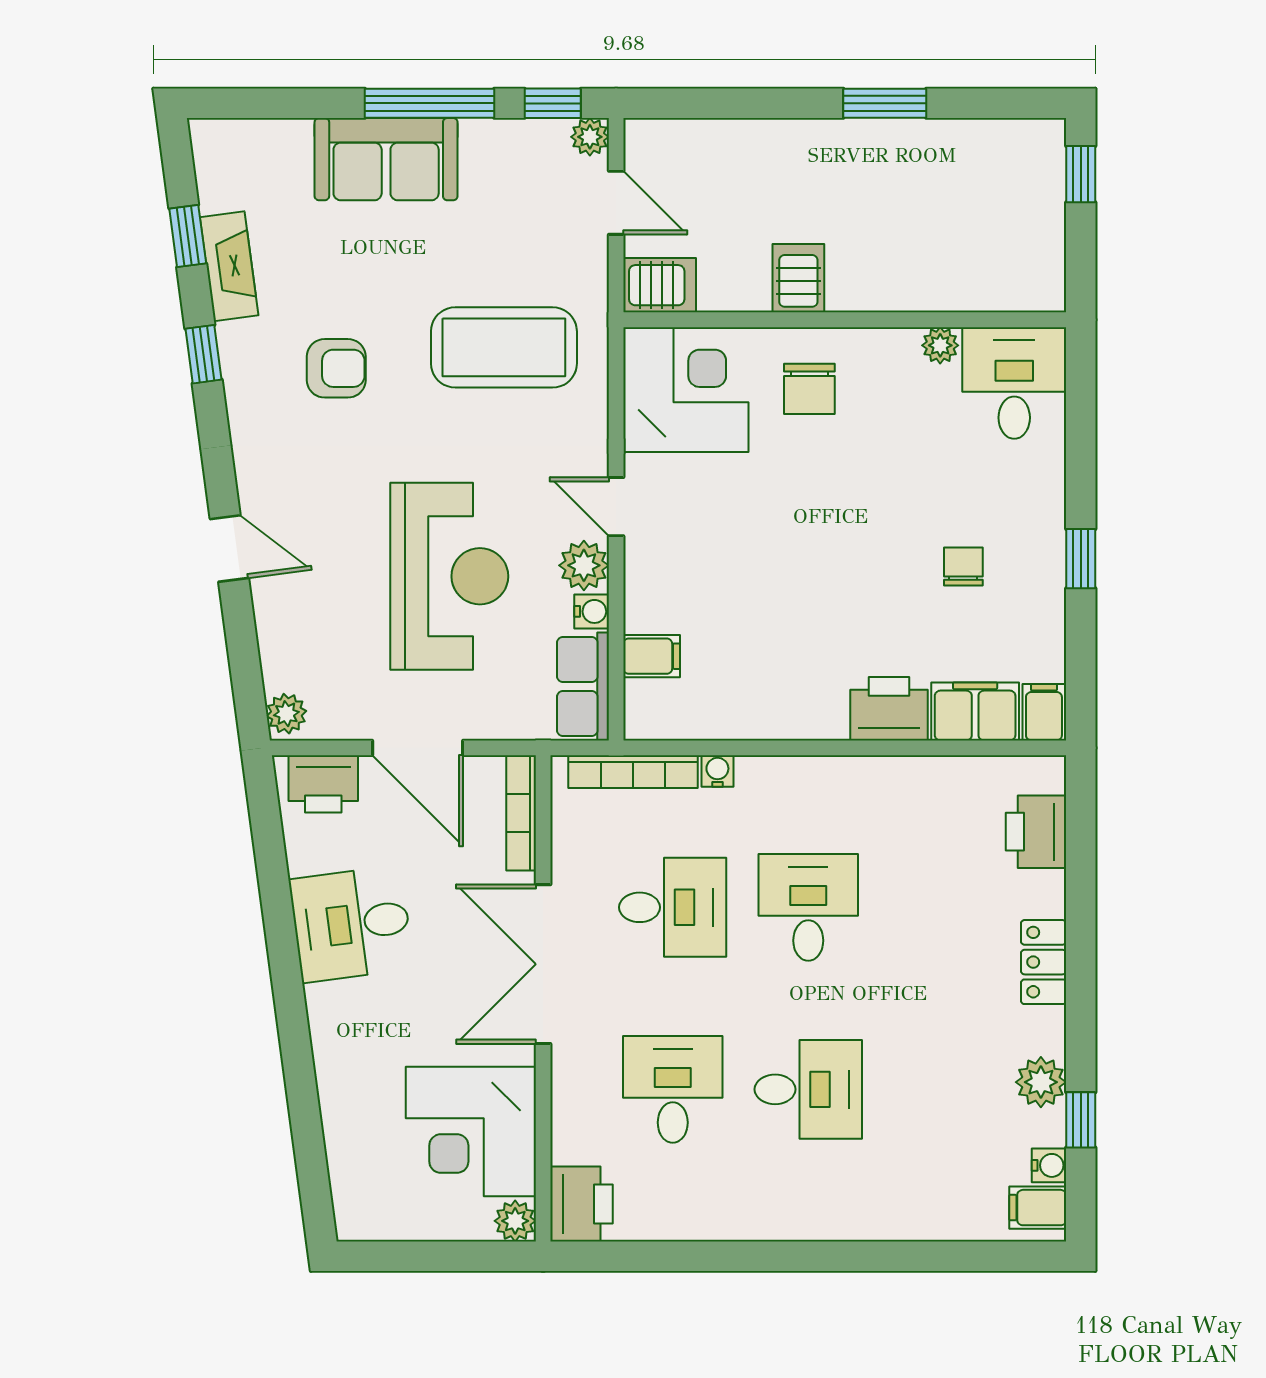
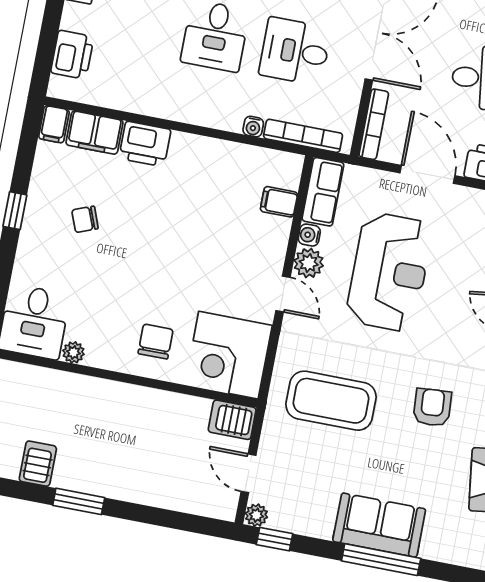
window: (429, 103) -> (381, 560), moved
server rack: (798, 278) -> (38, 464), moved, turned 180
armchair: (336, 368) -> (432, 407), turned 86
chair: (963, 567) -> (85, 219), turned 69
reception desk: (449, 576) -> (389, 272), turned 180

